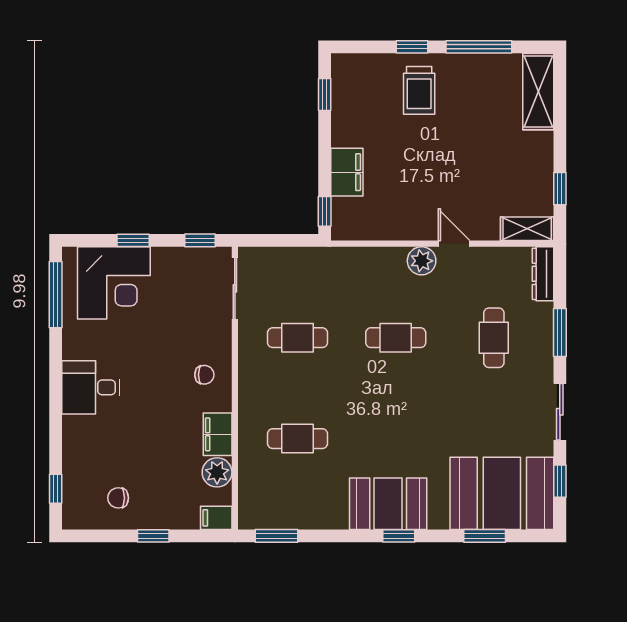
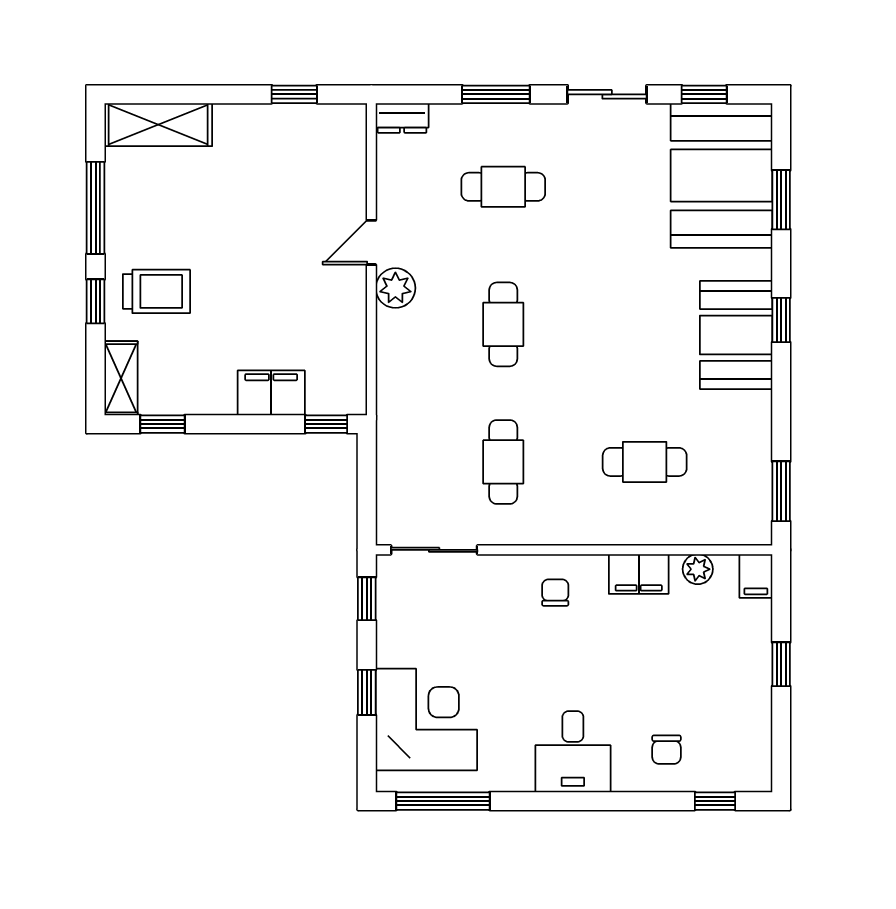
shelving: (527, 229) -> (121, 378), moved
dresser: (543, 274) -> (402, 118), width x0.70
cafe table: (298, 439) -> (645, 462), turned 90
plant: (217, 472) -> (698, 569), width x0.73, depth x0.73
chair: (118, 498) -> (666, 750), moved

